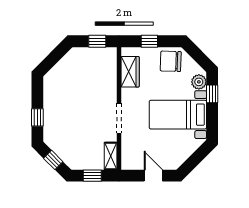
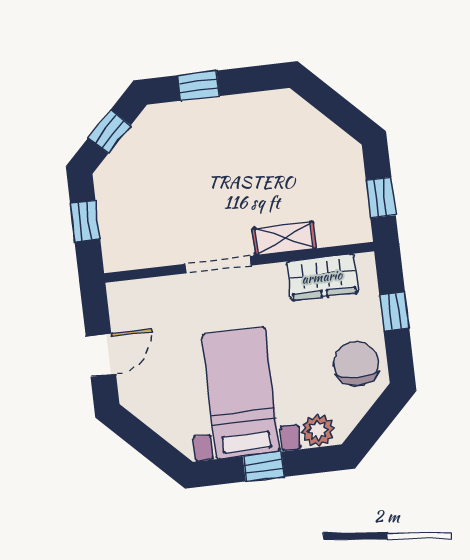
window: (212, 94) -> (264, 466), moved
shelving: (111, 156) -> (284, 238), moved

